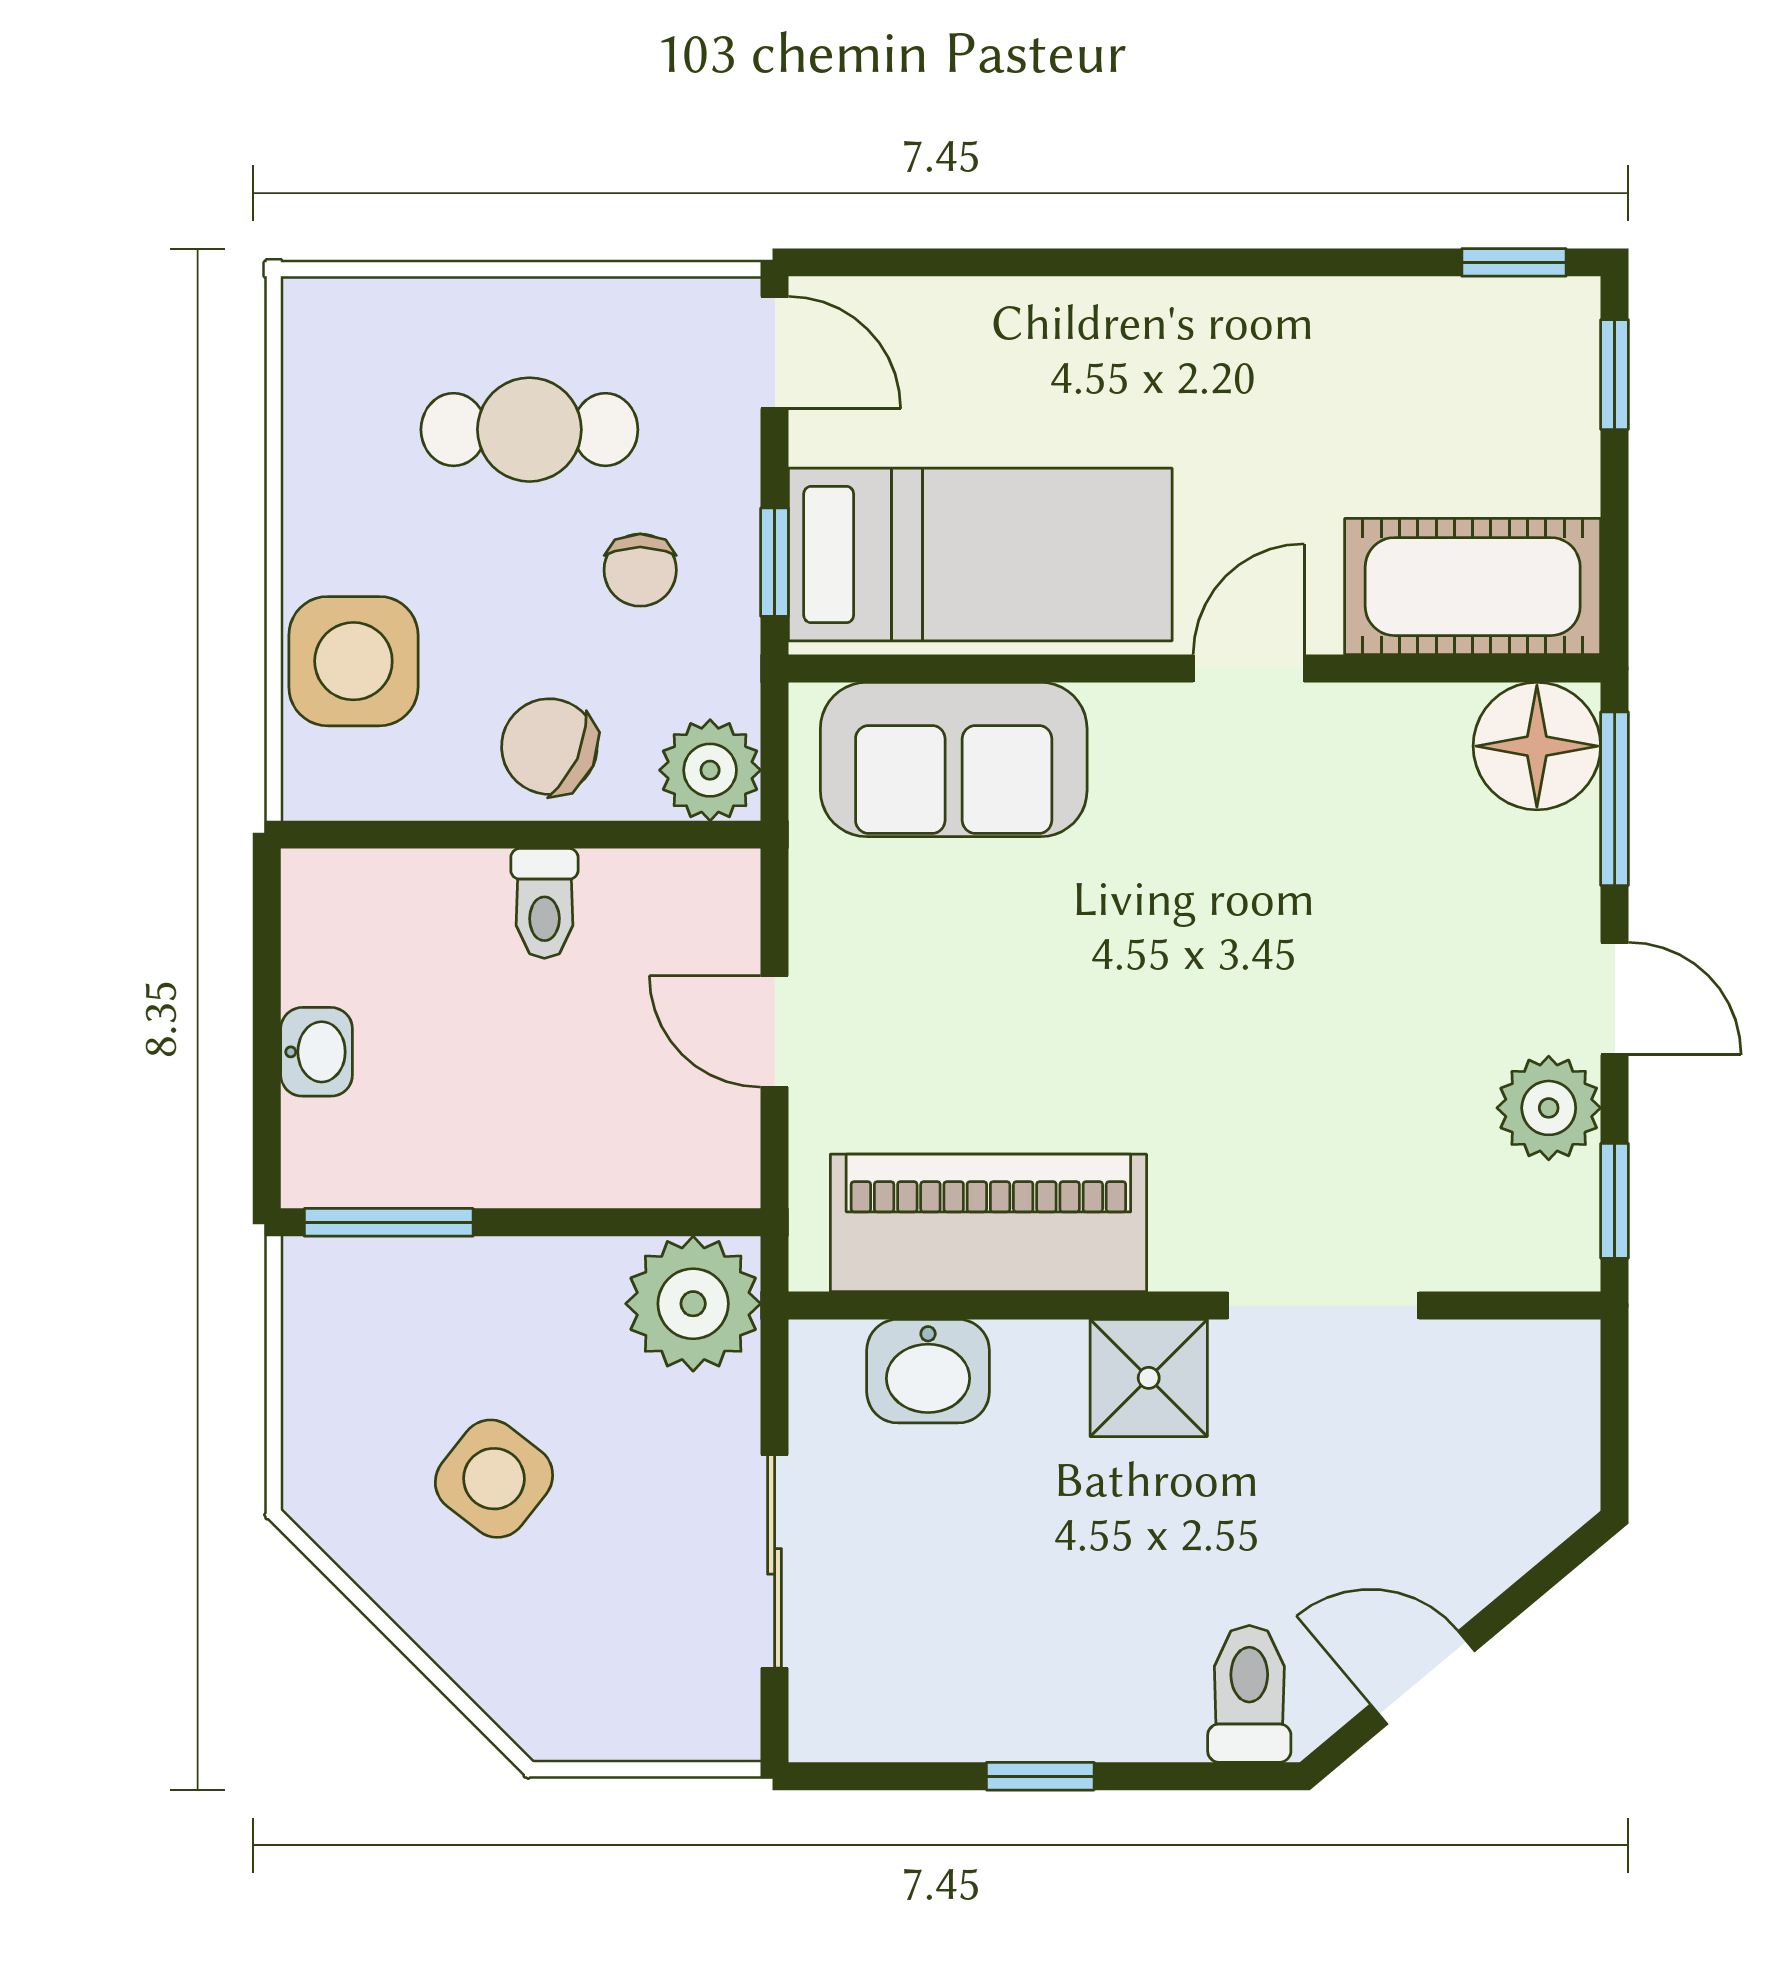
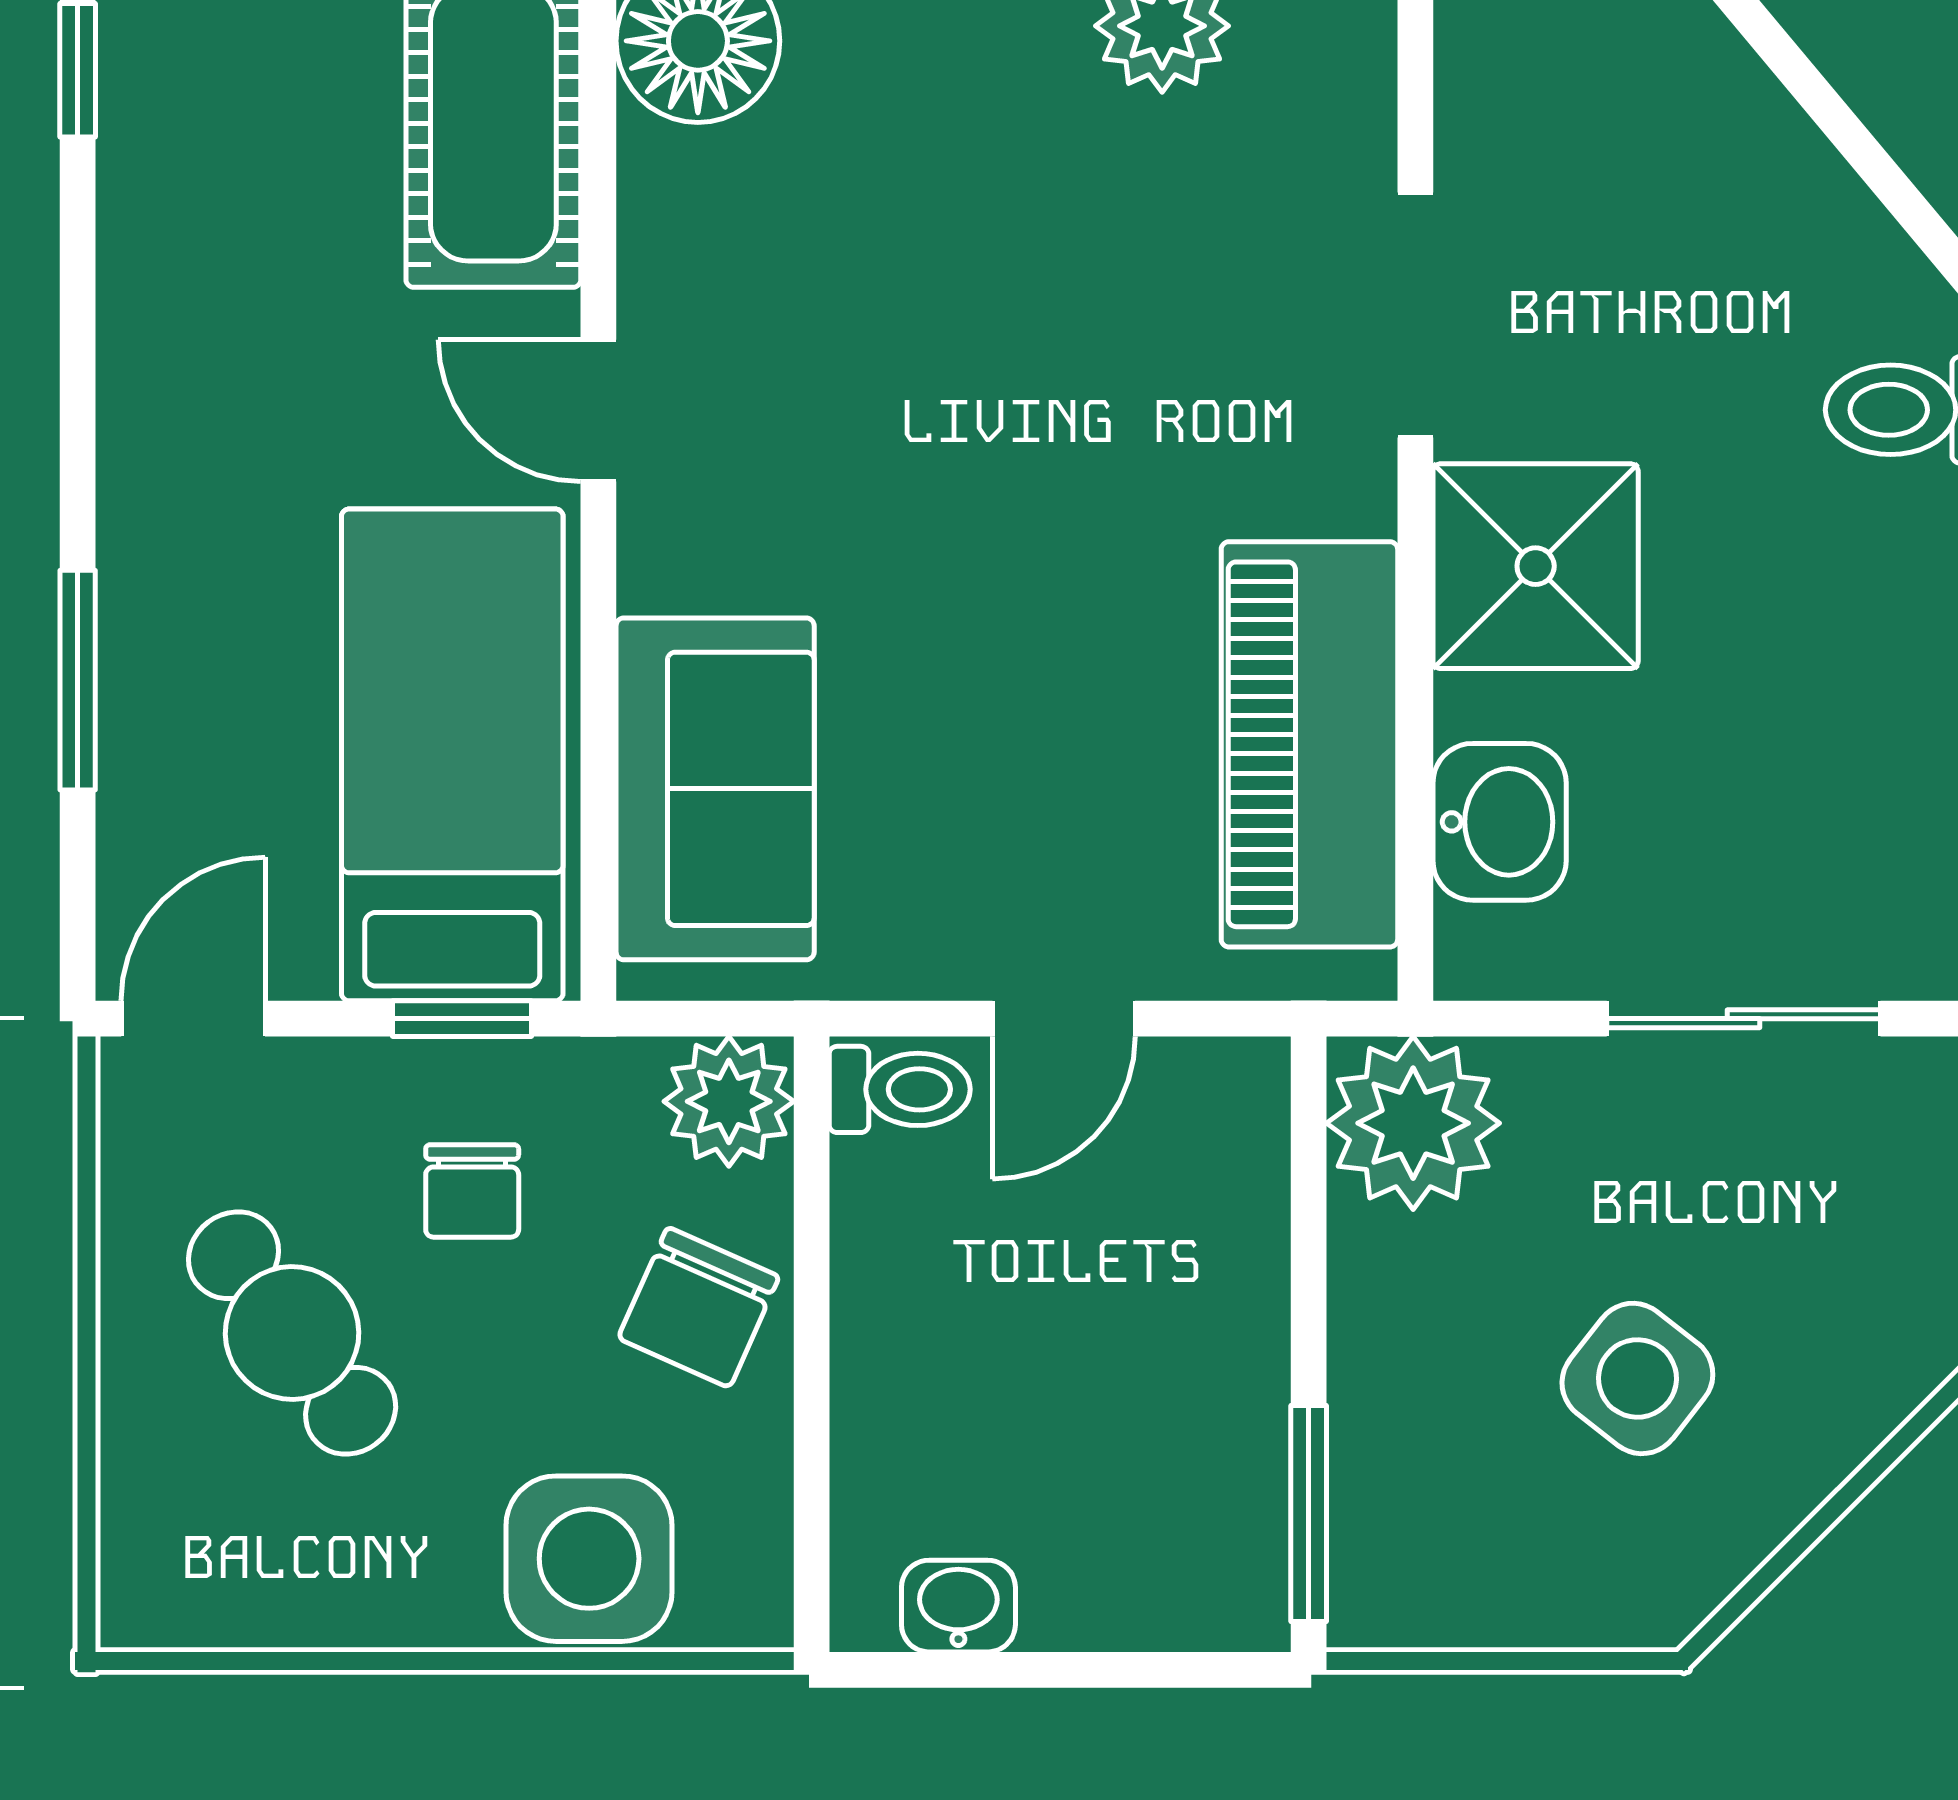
window: (1038, 262) -> (78, 680), added
cafe table: (529, 430) -> (292, 1333), turned -37
chair: (640, 570) -> (472, 1191), turned 90
toilet: (544, 903) -> (900, 1089), moved
washbasin: (317, 1052) -> (958, 1606), moved
shower: (1149, 1378) -> (1536, 566), width x1.36, depth x1.36
door: (1423, 1678) -> (1893, 188), removed

